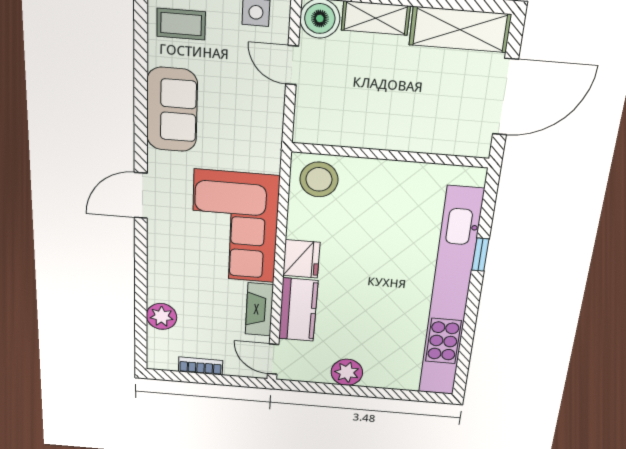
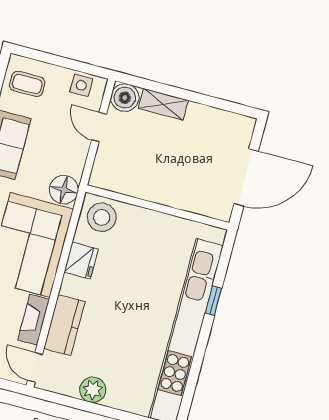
shelving: (460, 30) -> (220, 123), removed
floor lamp: (262, 154) -> (64, 190), added
fridge: (301, 259) -> (81, 261), moved

